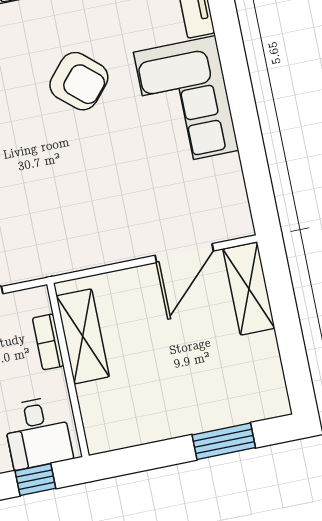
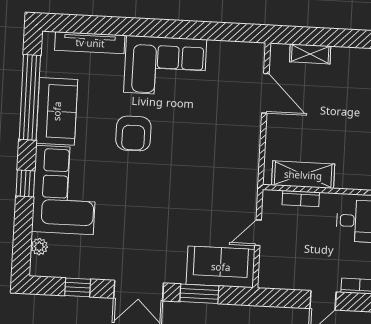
armchair: (79, 81) -> (133, 133), turned 139
shelving: (249, 289) -> (310, 54), width x0.67, depth x0.75

